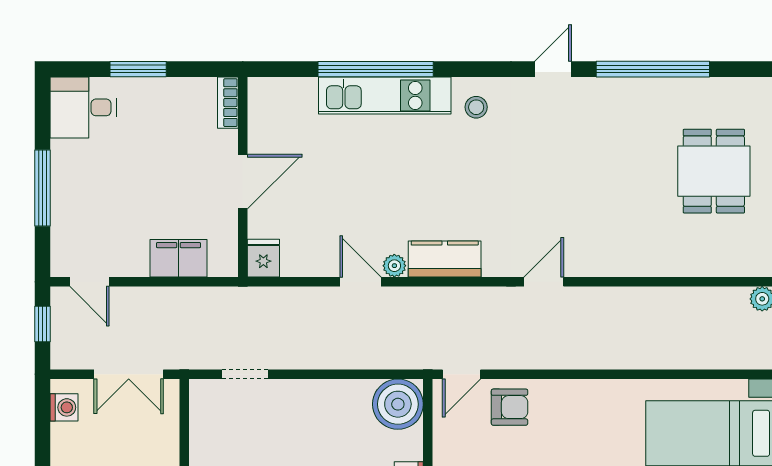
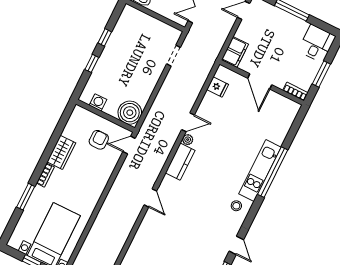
bookcase: (228, 103) -> (295, 91), moved
wall: (243, 177) -> (262, 82), moved
door: (243, 182) -> (260, 81), moved
door: (462, 374) -> (129, 145), hinge flipped
armchair: (509, 407) -> (99, 140), moved, turned 180

